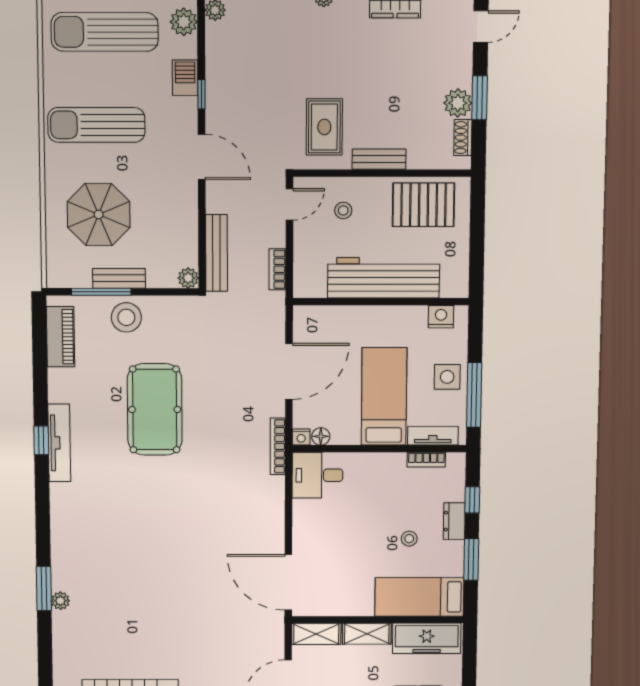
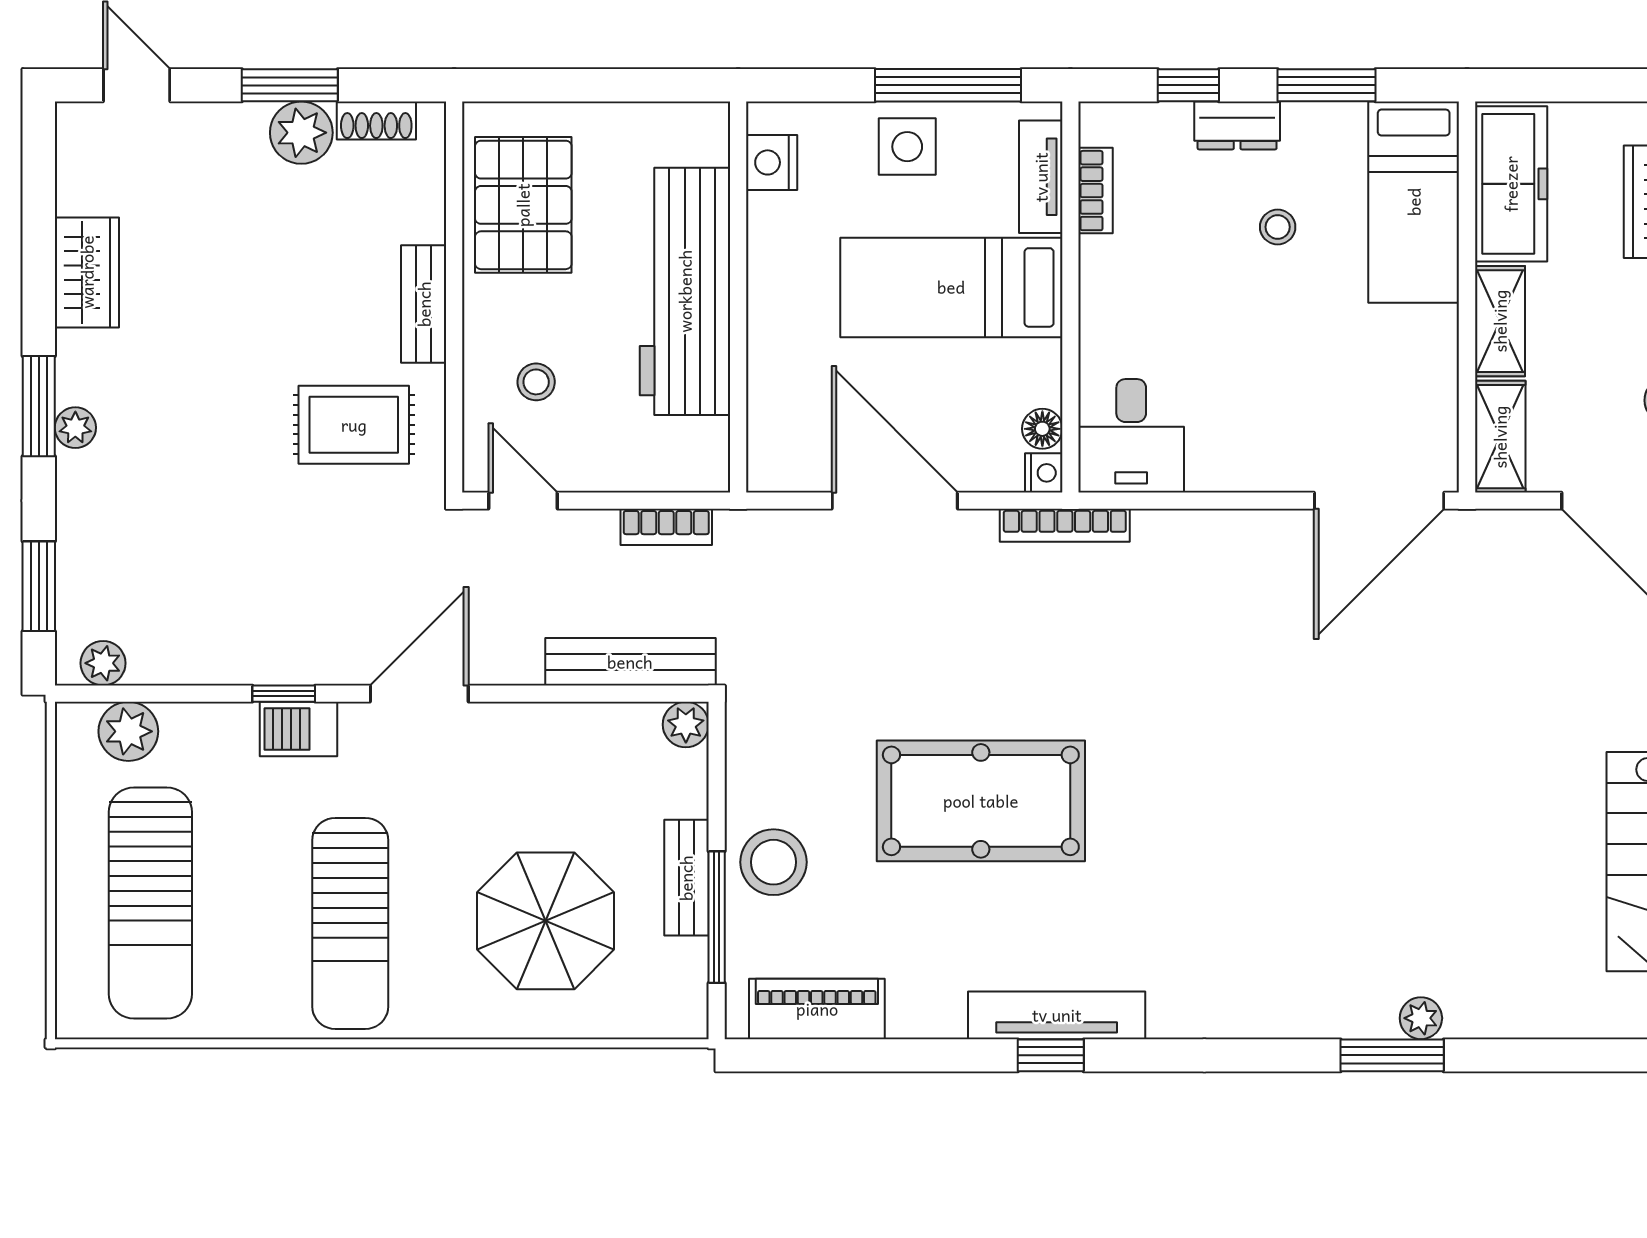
barbecue: (185, 78) -> (298, 729), moved

